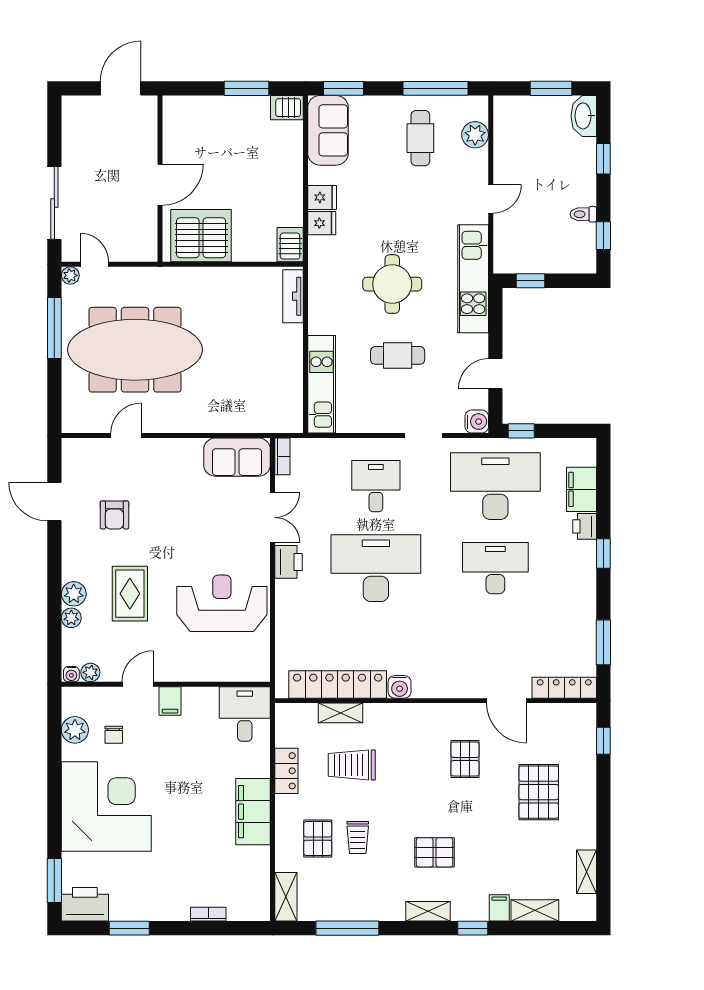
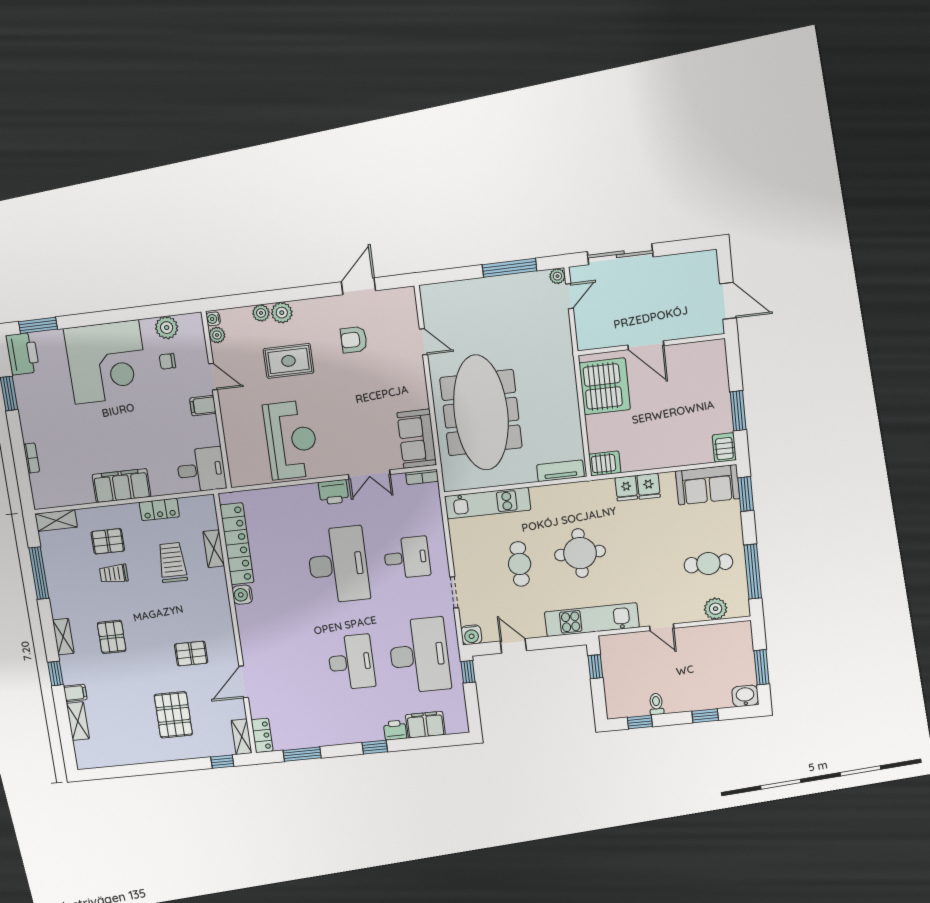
washbasin: (584, 116) -> (745, 696), width x0.72
meeting table: (135, 350) -> (481, 413), moved
locker: (564, 688) -> (262, 735), width x0.66
pallet: (539, 792) -> (173, 715), turned 90
shelving: (586, 872) -> (242, 737), moved, turned 90

